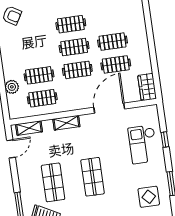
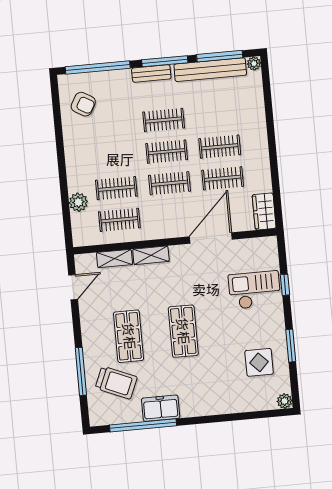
shelving: (29, 128) -> (115, 259), moved
checkout: (143, 144) -> (255, 290), turned 90

